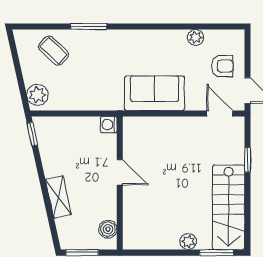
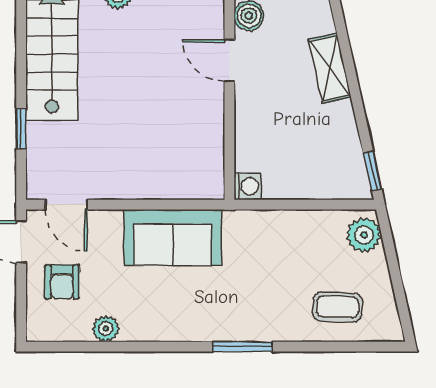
window: (89, 26) -> (242, 347), moved
coffee table: (54, 51) -> (338, 307), turned -41
armchair: (222, 66) -> (62, 282), turned -90
door: (120, 172) -> (229, 61), moved

